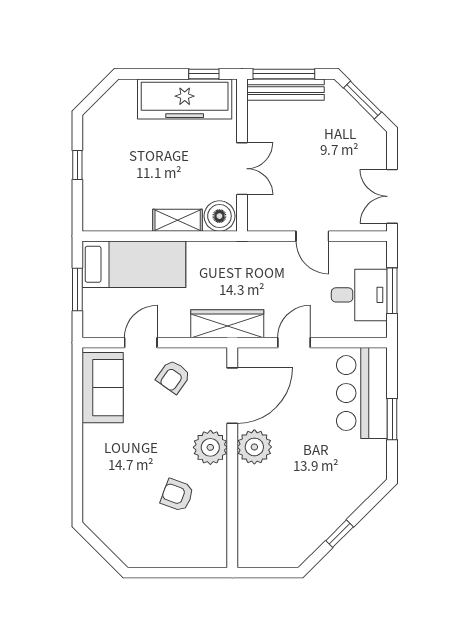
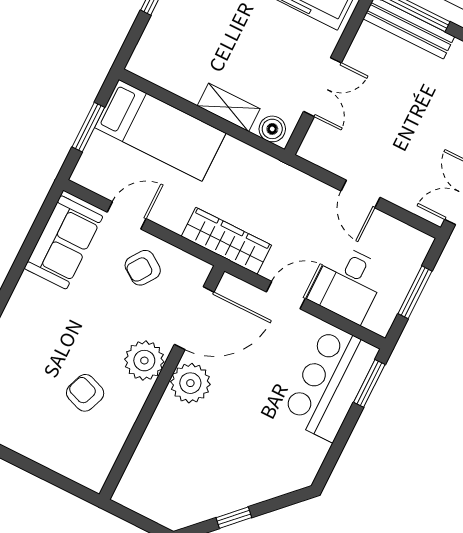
boiler: (219, 216) -> (272, 129), width x0.73, depth x0.73
desk: (359, 295) -> (348, 284), moved, turned 90
window: (392, 419) -> (369, 383), moved

